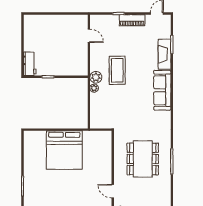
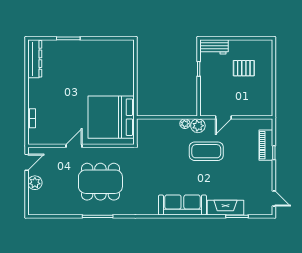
piano: (132, 20) -> (266, 145), moved
door: (89, 36) -> (223, 117), moved
pallet: (48, 39) -> (244, 68), added
bed: (64, 150) -> (111, 117), moved
door: (113, 191) -> (74, 146), moved

